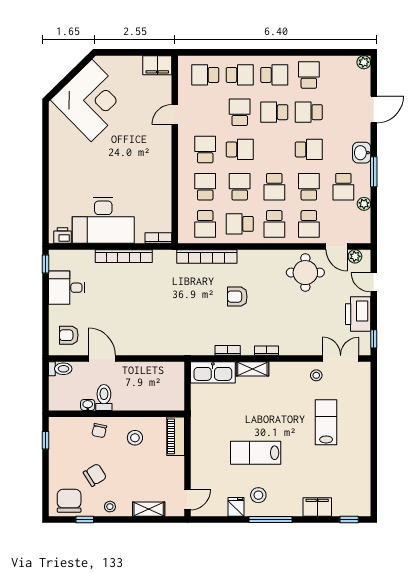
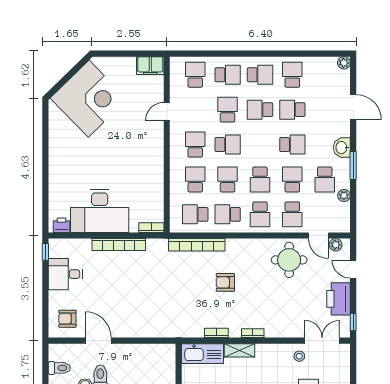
school desk: (205, 75) -> (195, 75), turned 90
door: (374, 109) -> (353, 107), hinge flipped
school desk: (205, 224) -> (195, 214), turned 90
toilet: (60, 369) -> (59, 368), moved

